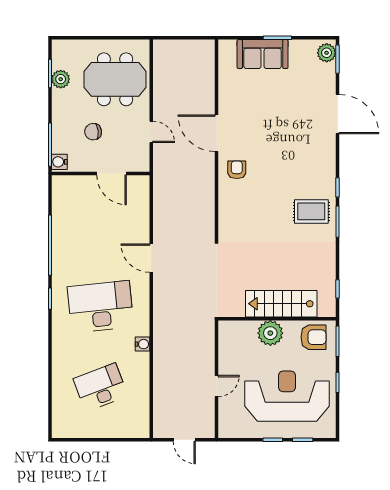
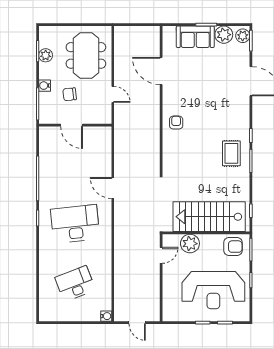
plant: (301, 51) -> (224, 35), added
meeting table: (115, 79) -> (86, 55), turned 90
door: (217, 133) -> (161, 71), moved
water cooler: (59, 162) -> (45, 86), moved
door: (112, 173) -> (72, 125), moved
rug: (311, 211) -> (231, 153), turned 90
stairs: (281, 304) -> (209, 217), width x1.36, depth x1.51
plant: (270, 333) -> (190, 244), moved
water cooler: (142, 344) -> (106, 316), moved
door: (217, 386) -> (161, 255), moved
reception desk: (287, 396) -> (213, 290), turned 180

